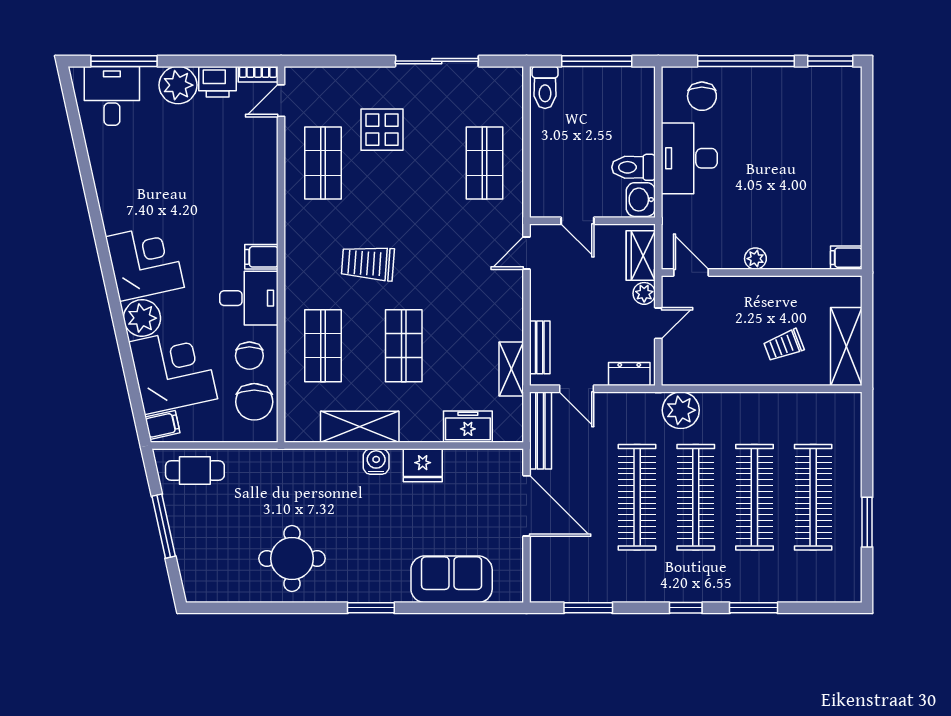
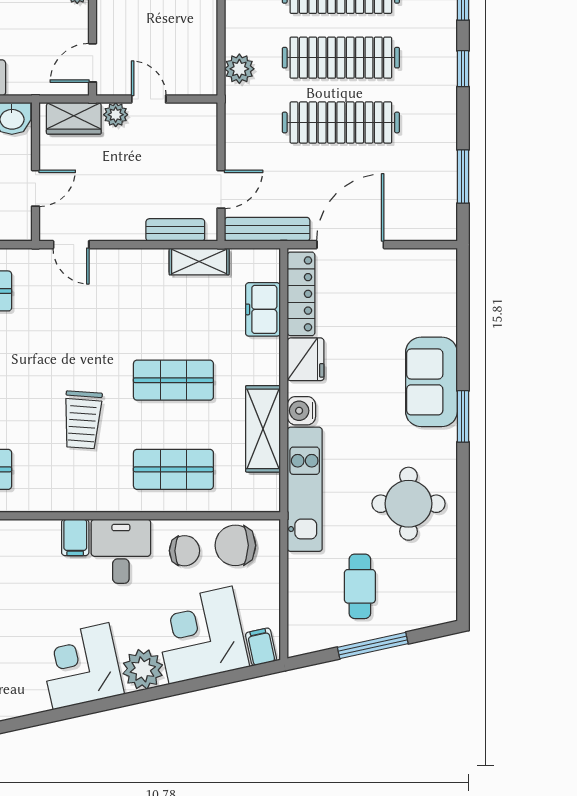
dresser: (629, 374) -> (205, 131), removed
chair: (254, 402) -> (235, 545), turned 180
plant: (681, 410) -> (239, 69), width x0.73, depth x0.73
locker: (482, 461) -> (301, 294), added
kitchen unit: (305, 465) -> (305, 489), added
cafe table: (195, 470) -> (360, 586), moved
sofa: (452, 579) -> (431, 382), moved

